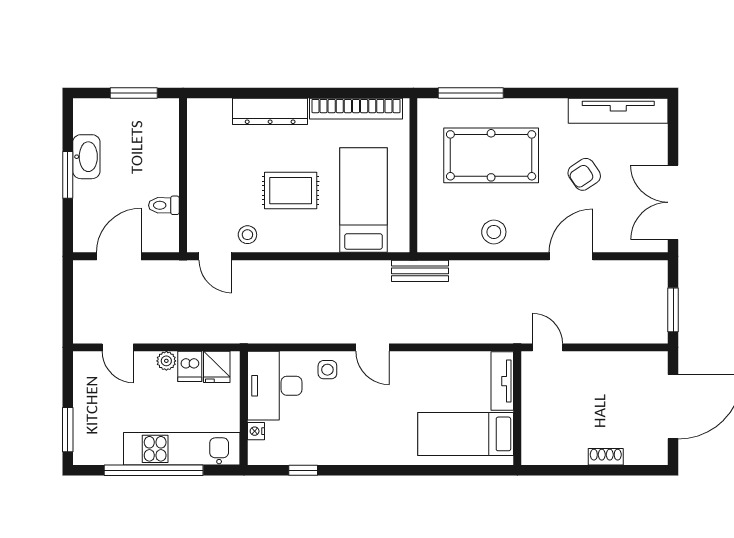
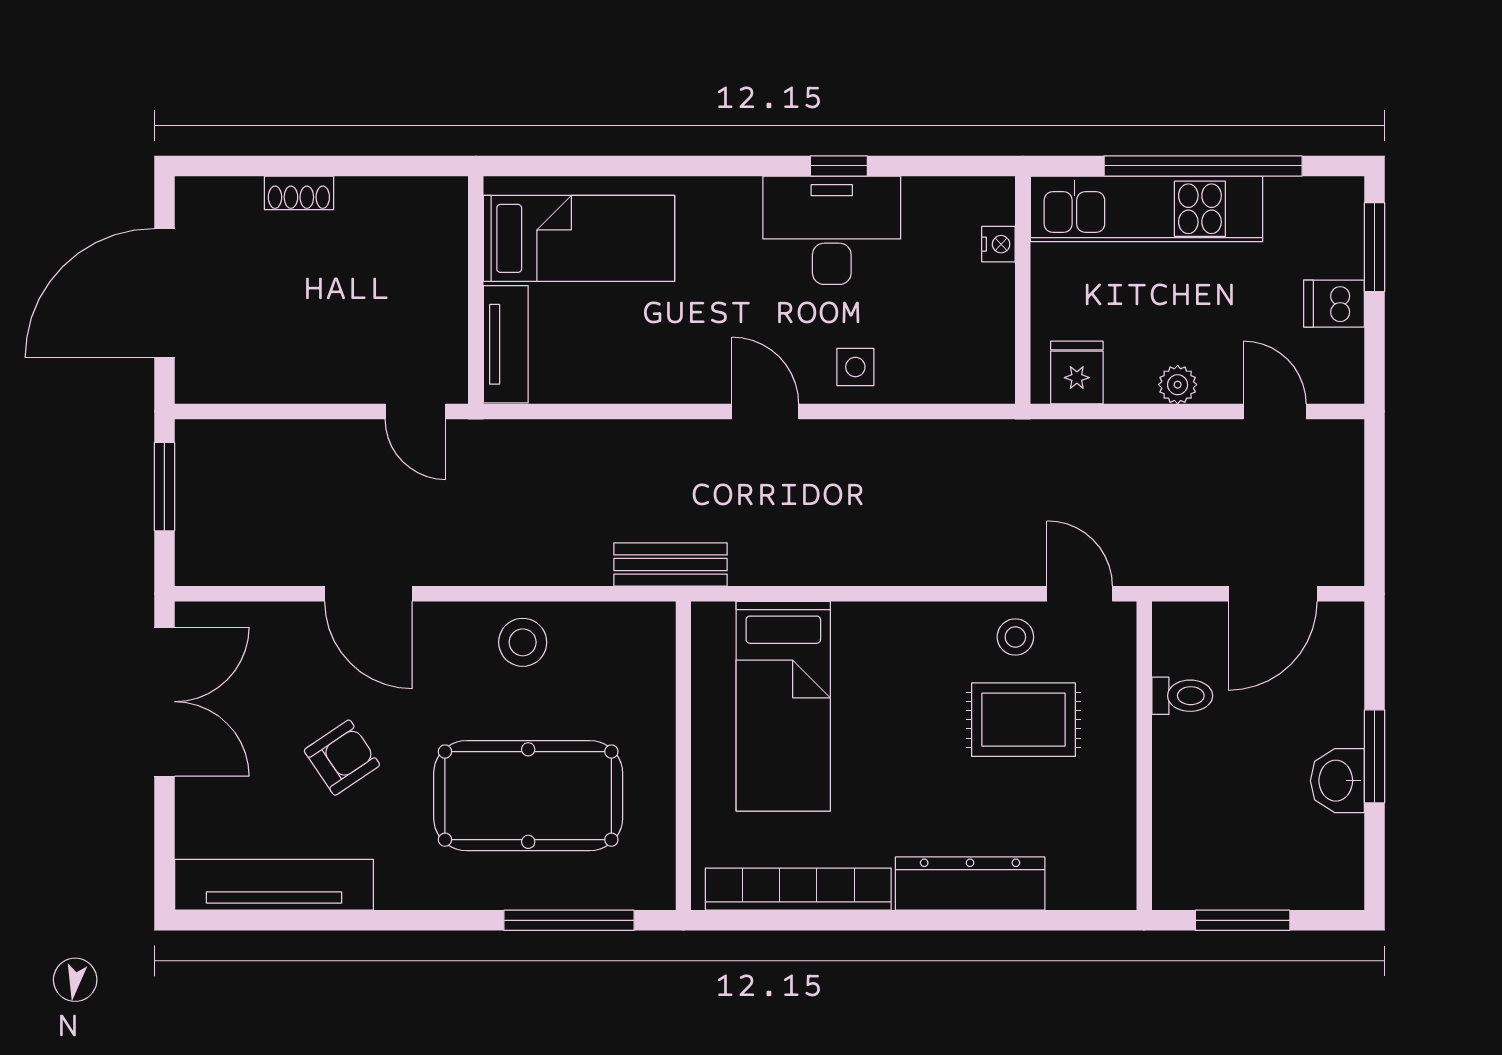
washbasin: (86, 157) -> (1337, 781), width x0.72
rug: (291, 191) -> (1024, 720), moved
door: (571, 256) -> (368, 594), hinge flipped
dishwasher: (190, 366) -> (1334, 304), moved, turned -90
desk: (275, 386) -> (832, 230), moved, turned -90
window: (303, 470) -> (839, 166), moved

